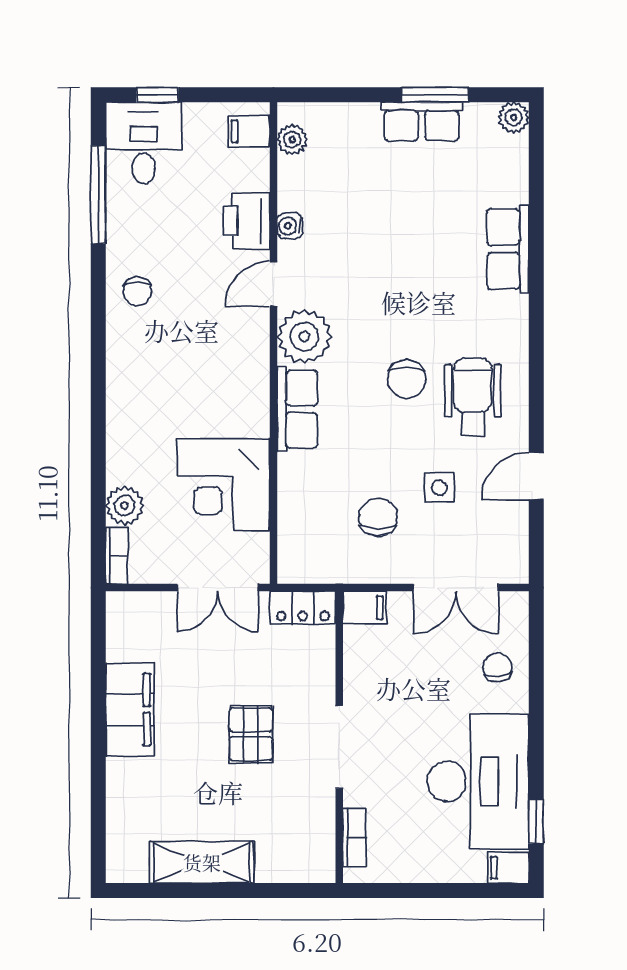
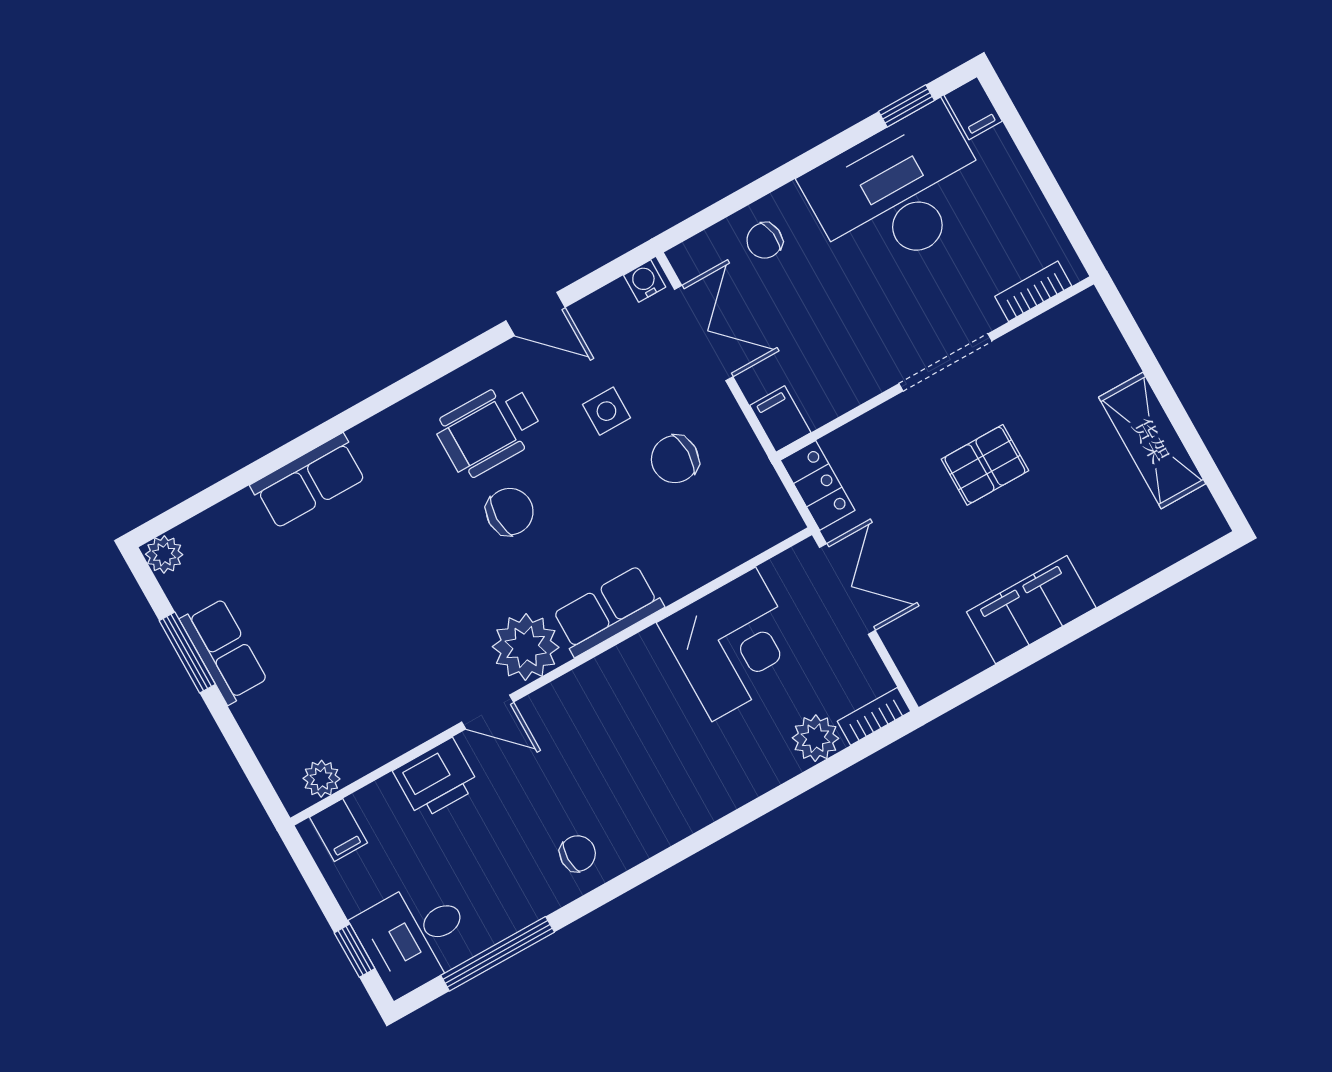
water cooler: (290, 226) -> (645, 281), moved, turned 180

